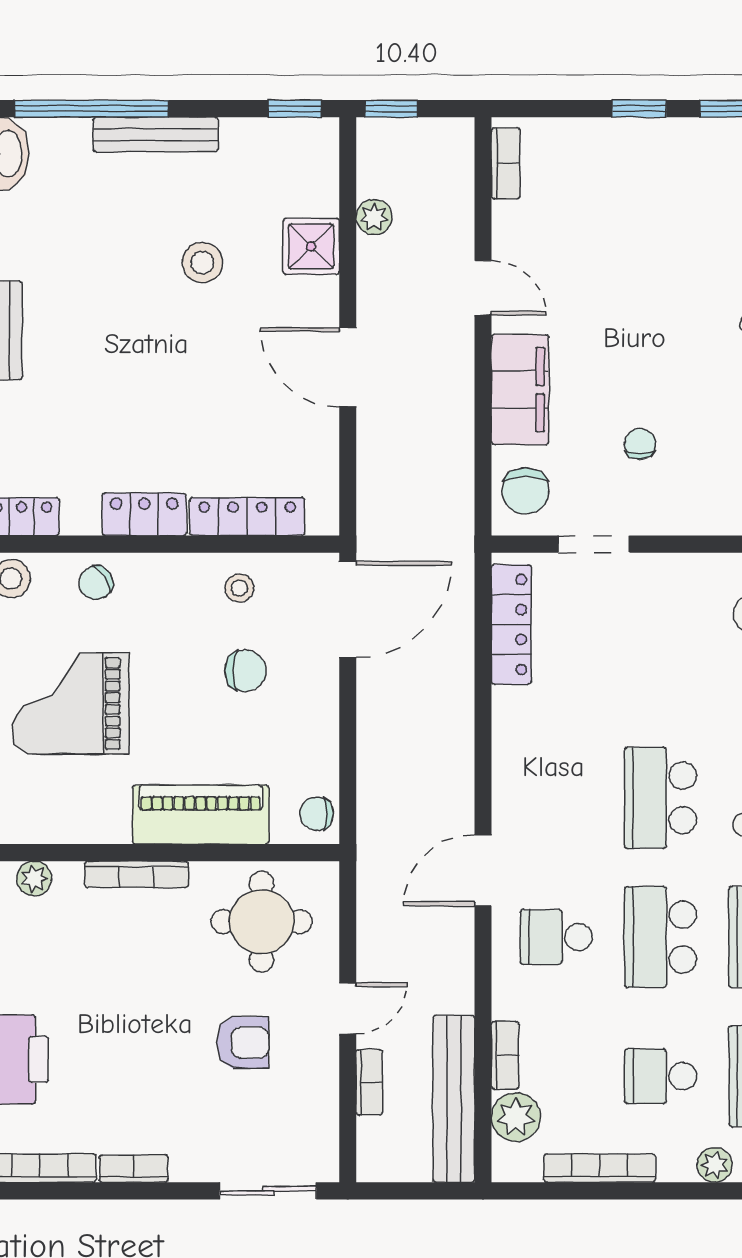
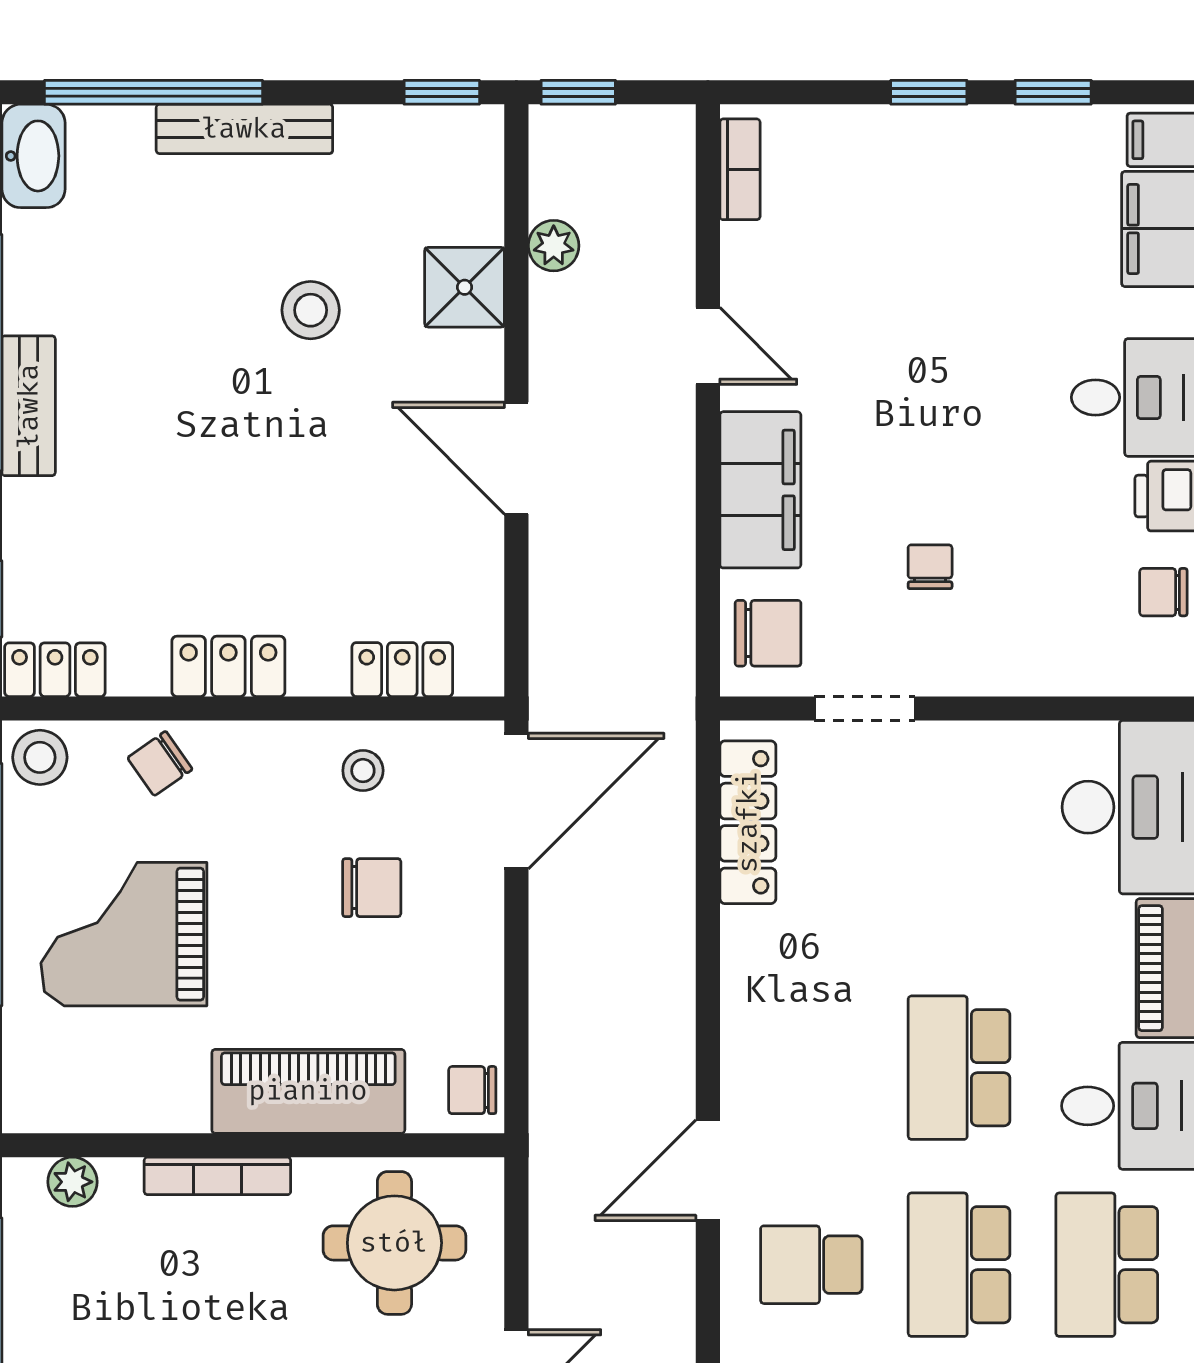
chair: (526, 491) -> (768, 633), turned -90
locker: (247, 517) -> (402, 670), width x0.66

